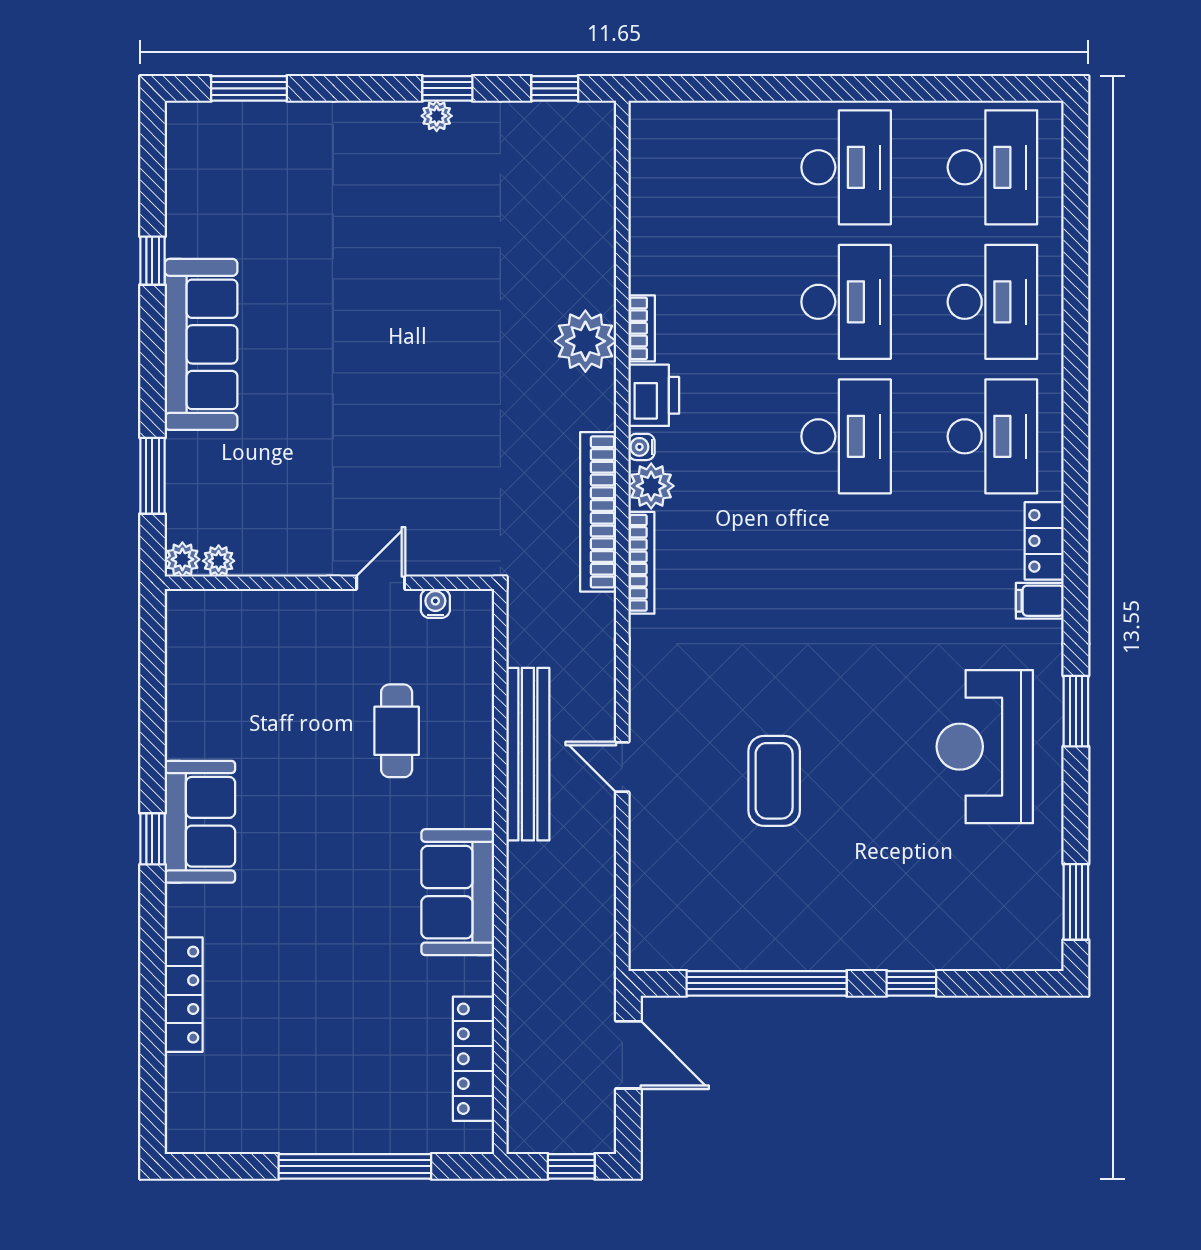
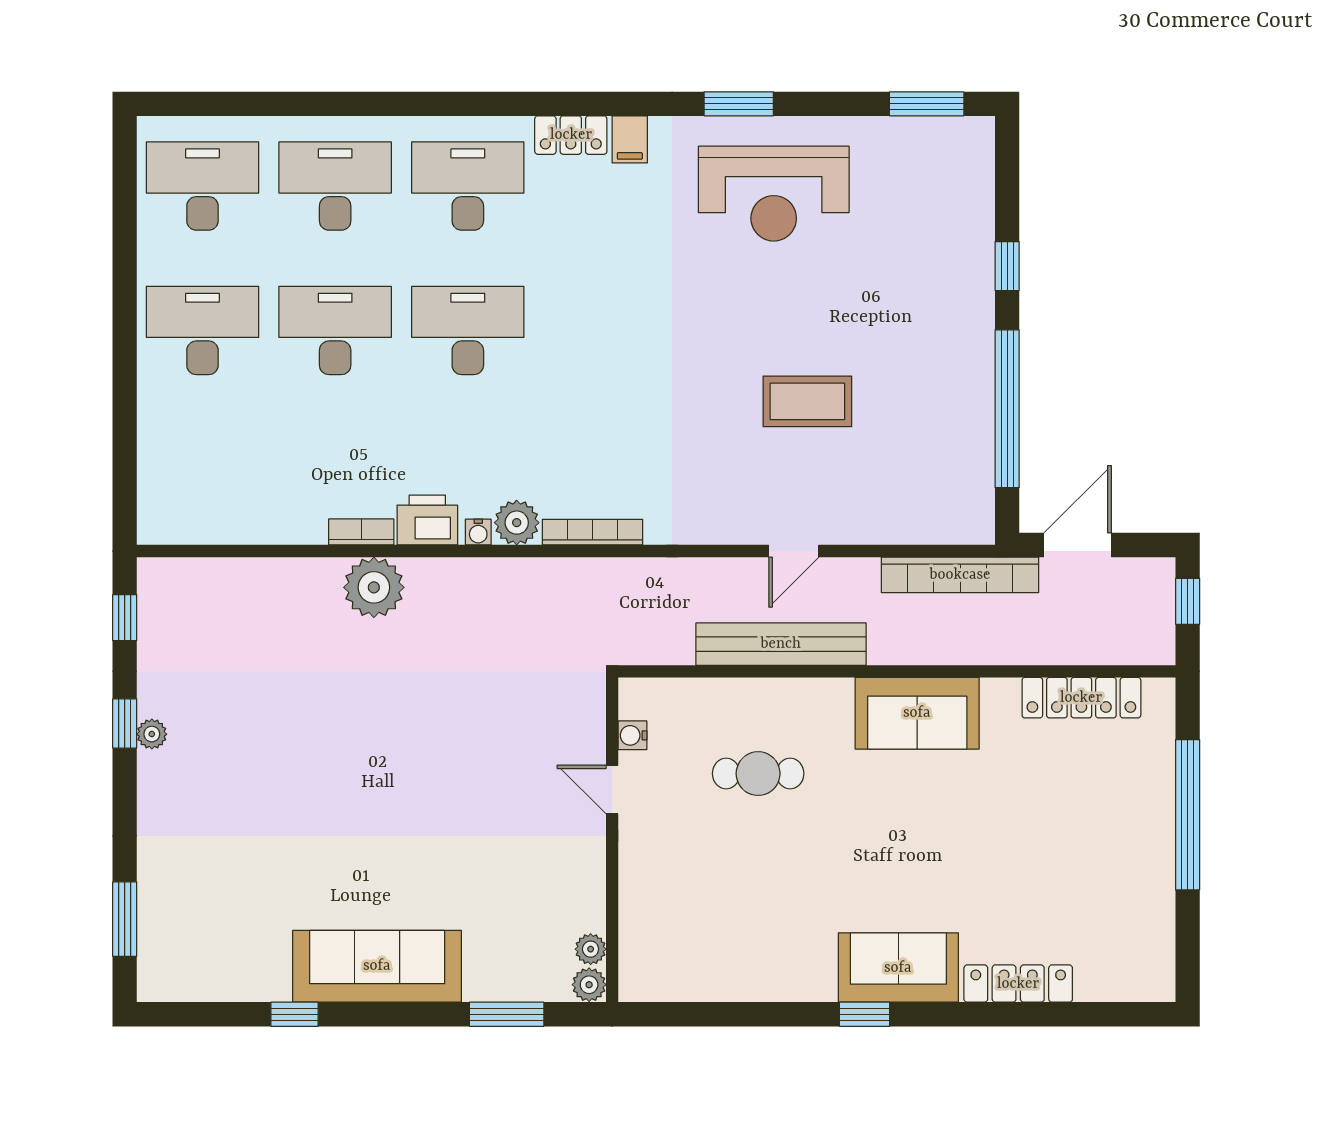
bookcase: (598, 512) -> (960, 575), moved
sofa: (200, 822) -> (898, 968), moved

